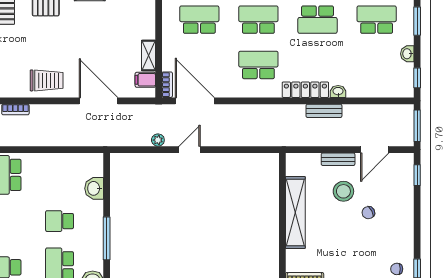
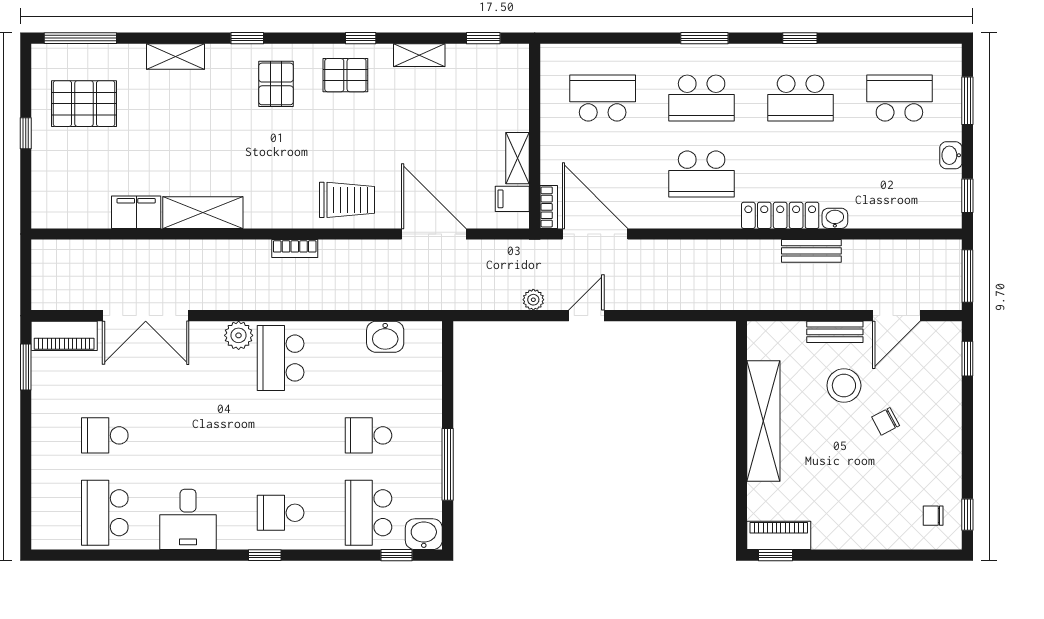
school desk: (258, 20) -> (702, 98), turned 180
school desk: (258, 65) -> (702, 174), turned 180
washbasin: (94, 188) -> (385, 337), moved, turned -90

